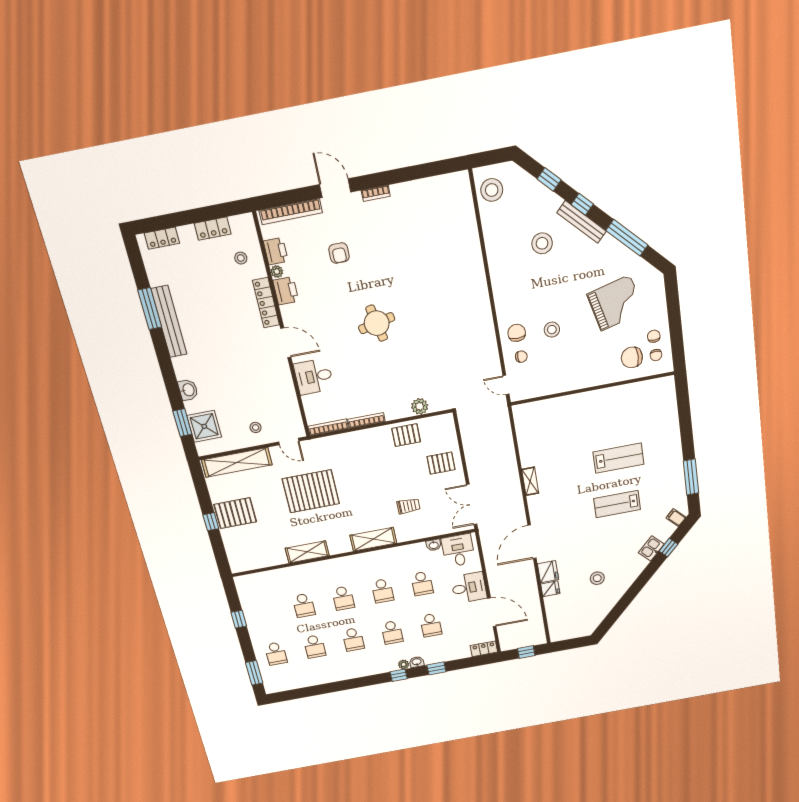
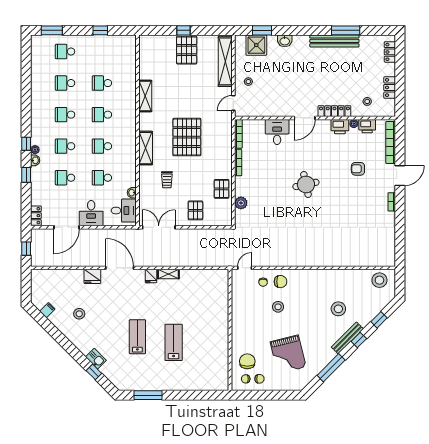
lab bench: (618, 458) -> (174, 342), turned 180
pallet: (311, 491) -> (187, 137), moved
filing cabinet: (676, 518) -> (47, 310), moved
fridge: (550, 589) -> (151, 276), moved

